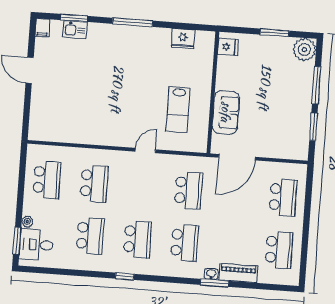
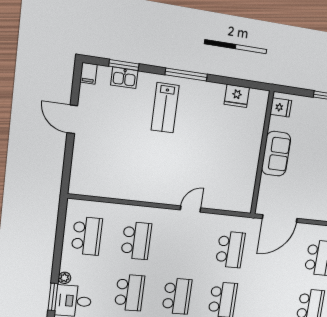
lab bench: (178, 110) -> (165, 108), moved
sofa: (226, 112) -> (276, 154), moved

